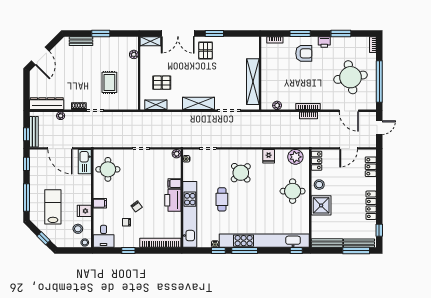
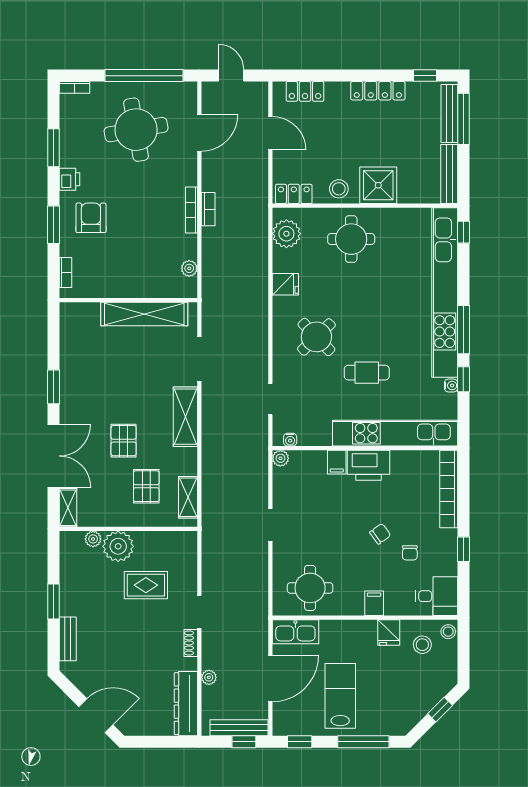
pallet: (206, 50) -> (124, 441), moved, turned 90
plant: (130, 68) -> (118, 546), added
lab bench: (53, 207) -> (340, 696), moved, turned 90

